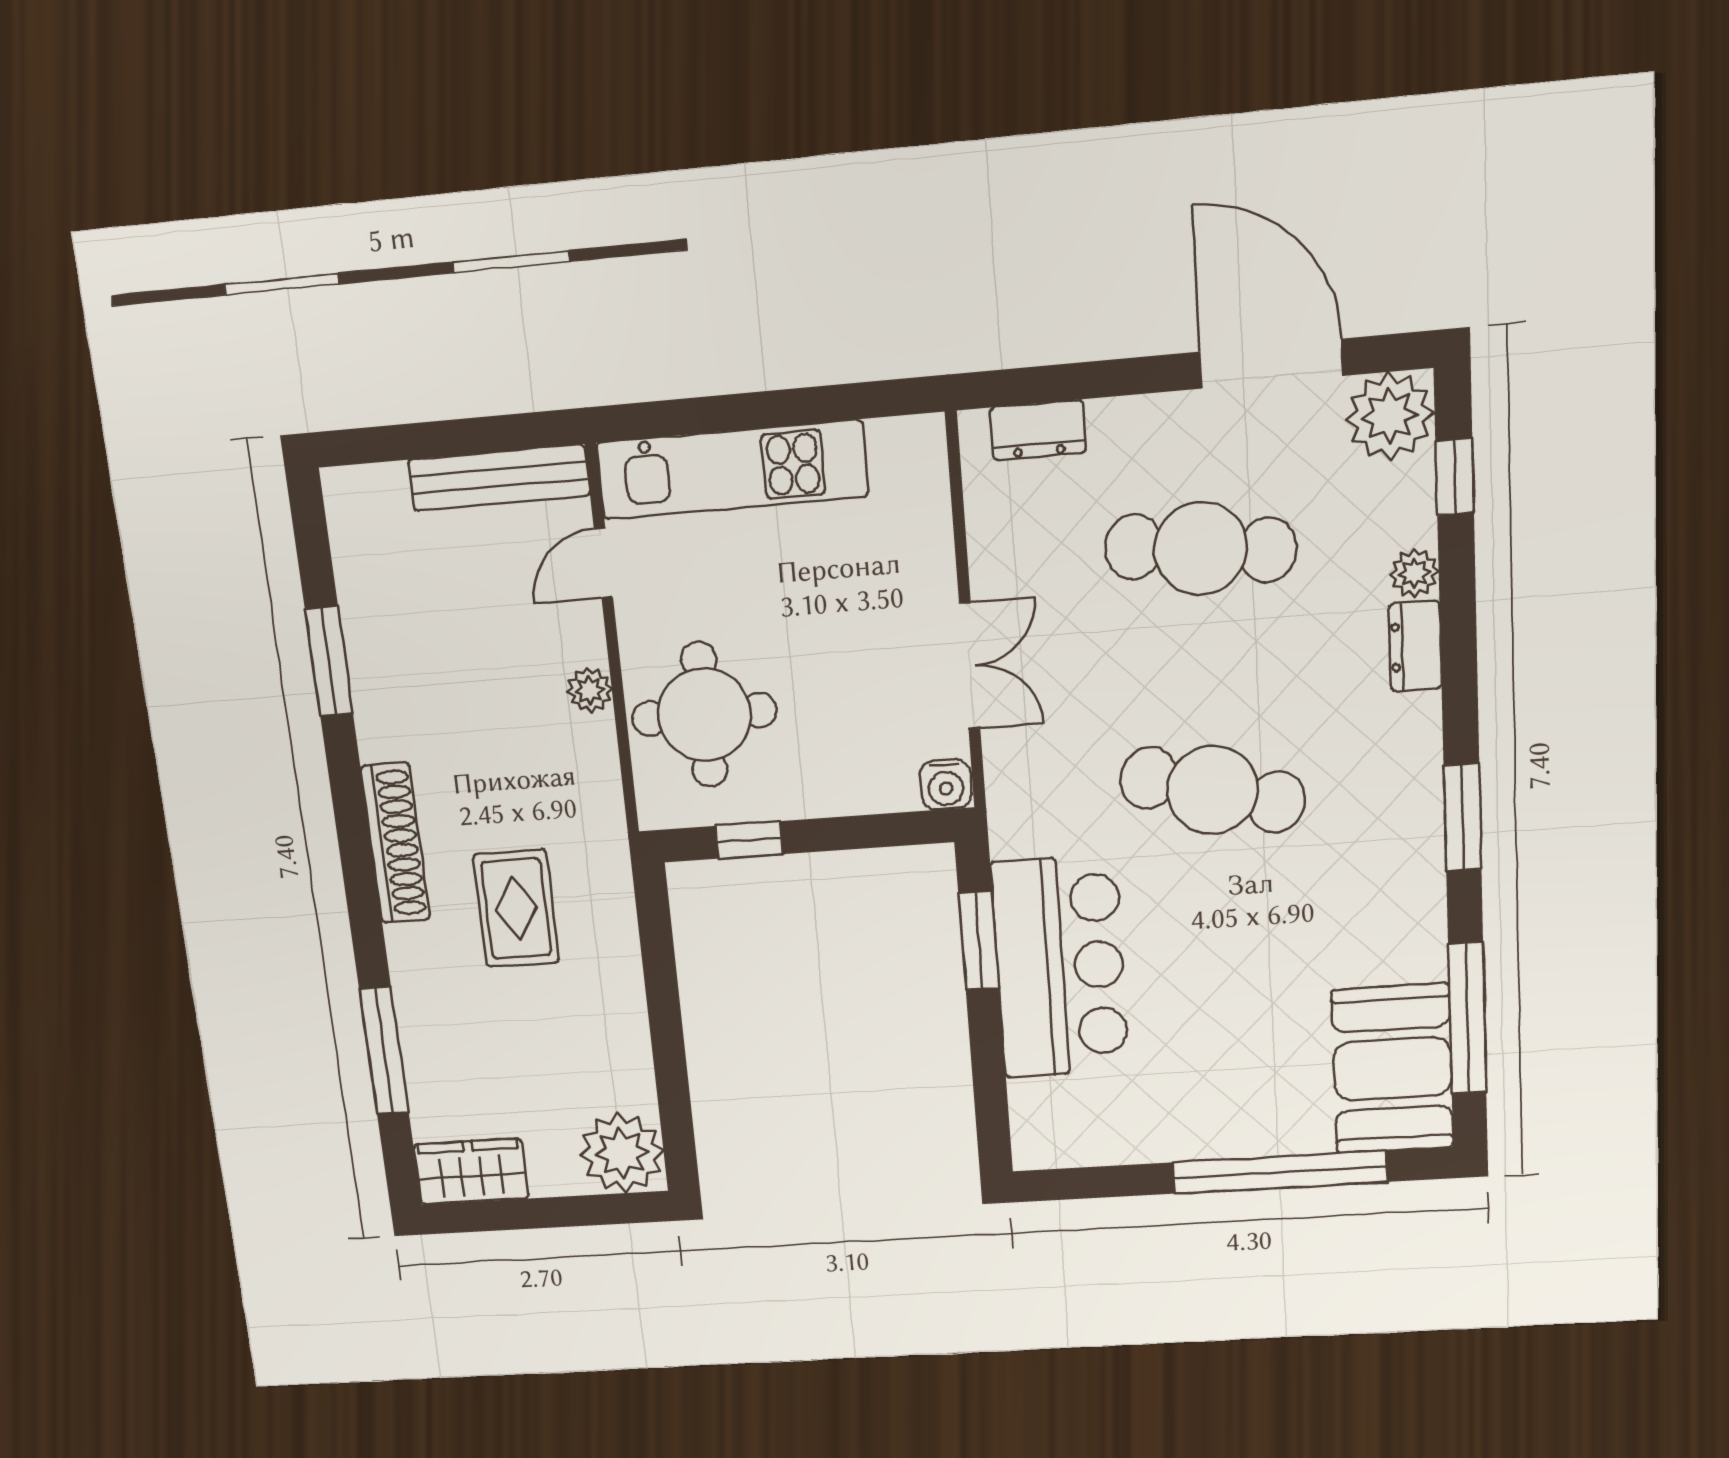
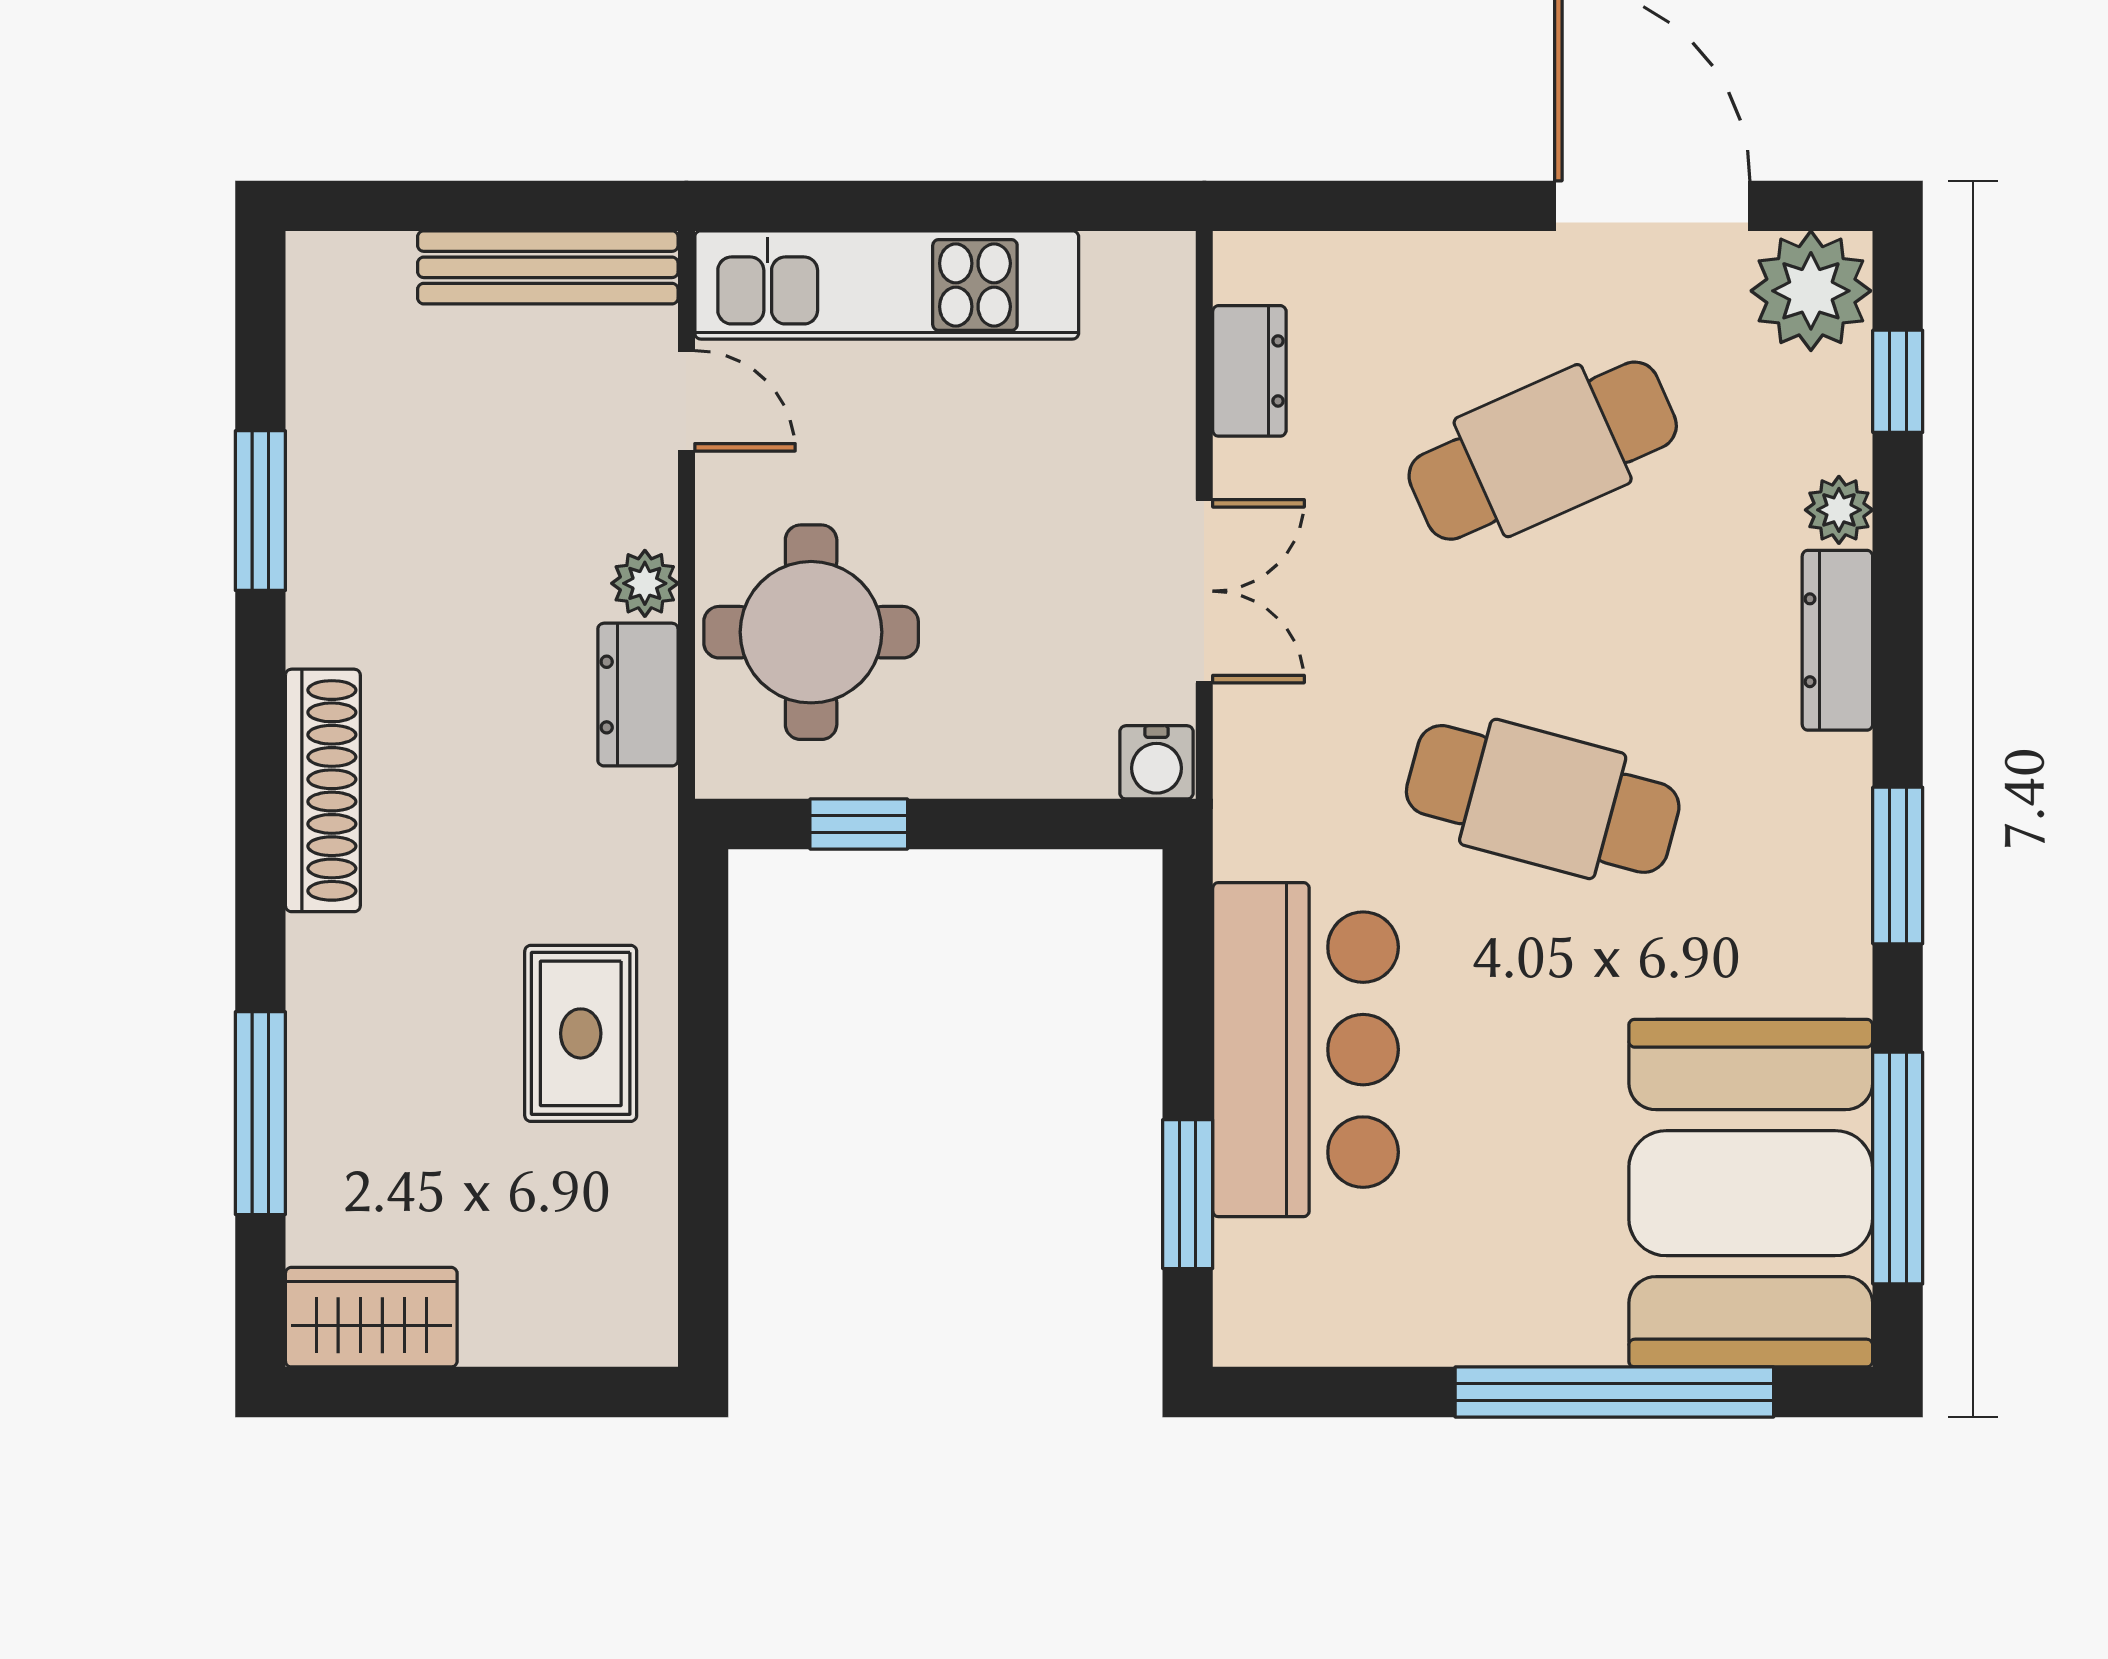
dresser: (1038, 430) -> (1249, 371), moved, turned -90
cafe table: (1200, 548) -> (1543, 451), turned -30
door: (603, 563) -> (686, 401), swing flipped
dresser: (1415, 646) -> (1837, 640), width x1.44
dresser: (594, 765) -> (638, 695), added
rug: (516, 909) -> (581, 1033), moved
window: (979, 941) -> (1188, 1194), moved
booth: (1392, 1069) -> (1751, 1193), width x1.36, depth x1.42
plant: (622, 1153) -> (612, 1301), removed

